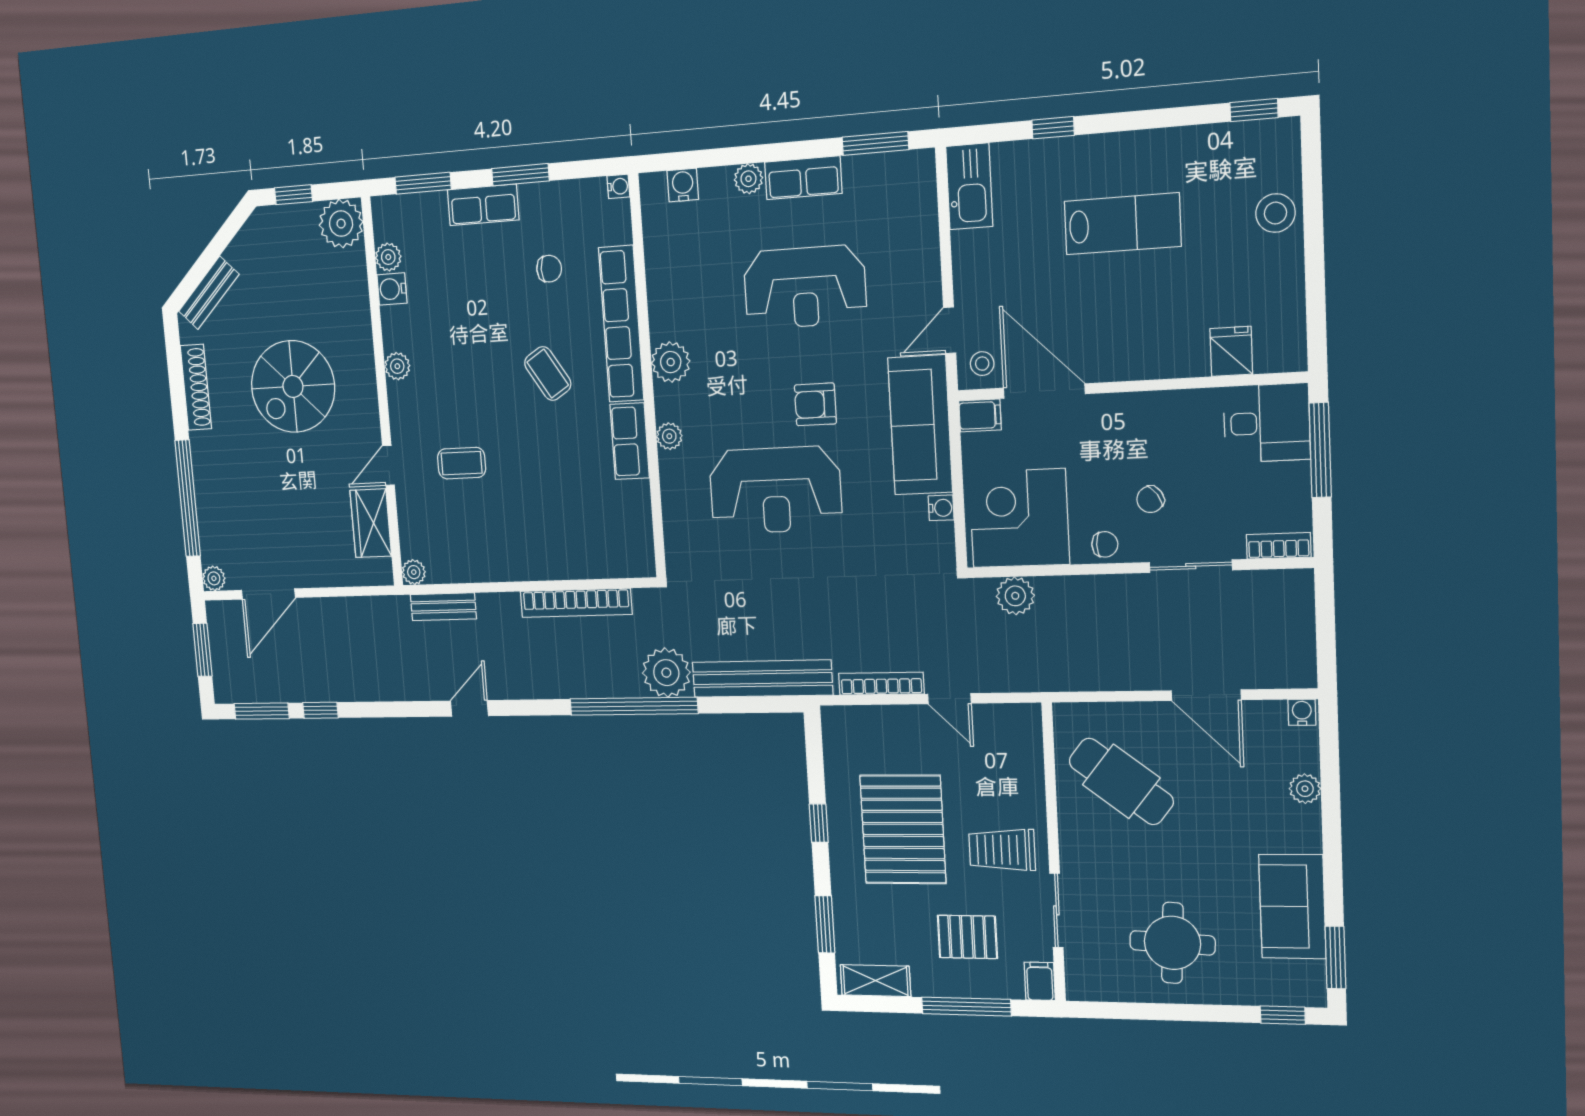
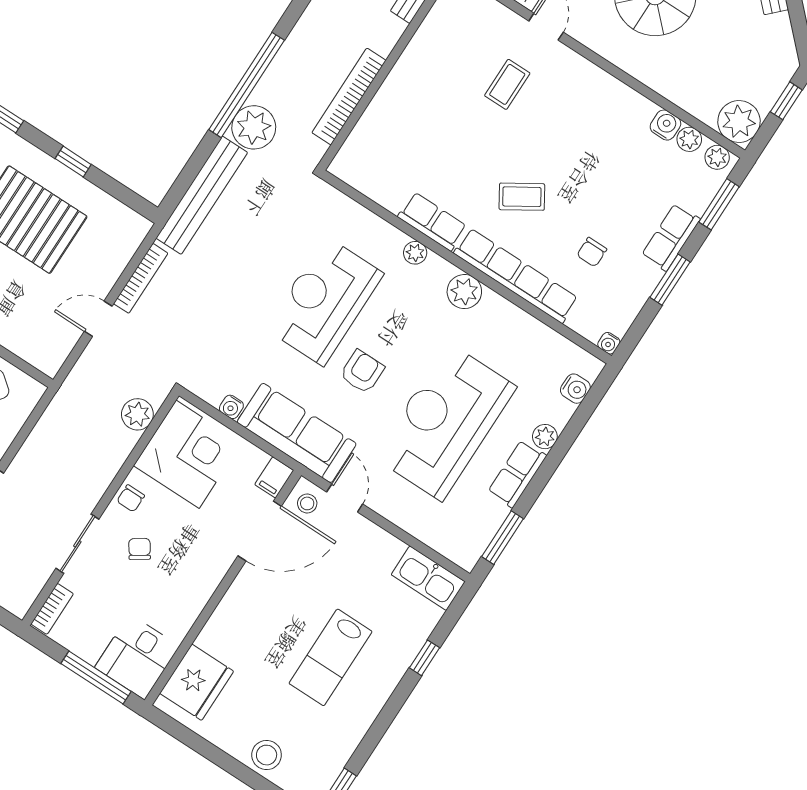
reception desk: (805, 287) -> (445, 422), width x1.36, depth x1.30
fridge: (1231, 351) -> (197, 682), width x1.88, depth x1.34
plant: (397, 366) -> (717, 157), moved

